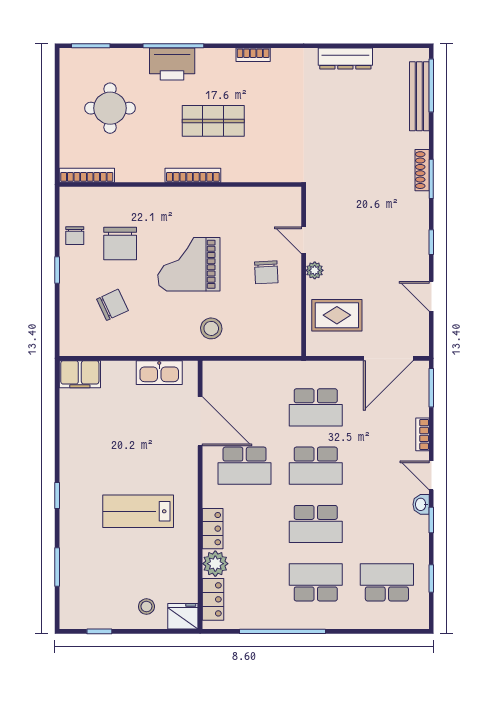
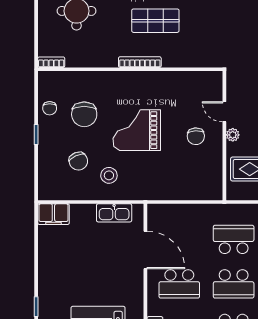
bookcase: (87, 175) -> (51, 62), width x0.64
chair: (112, 305) -> (78, 161), turned 91
stool: (211, 328) -> (109, 175), moved
school desk: (316, 407) -> (234, 239), turned 180

